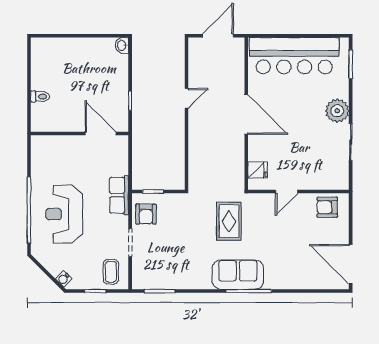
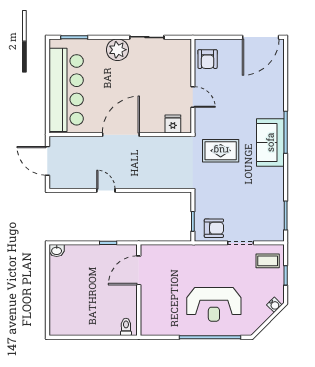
toilet: (40, 97) -> (126, 327), moved
row of seats: (119, 195) -> (196, 253), removed

